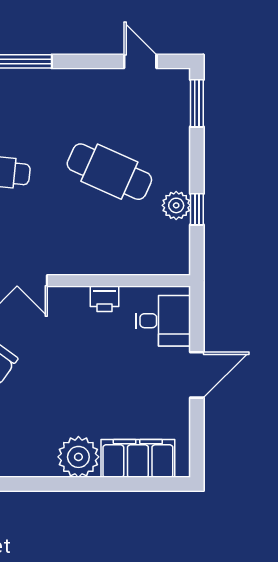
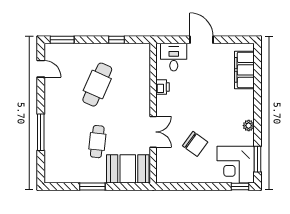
door: (140, 61) -> (41, 69), swing flipped
plant: (176, 205) -> (115, 50), removed
plant: (78, 457) -> (249, 126), moved, width x0.53, depth x0.53

